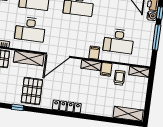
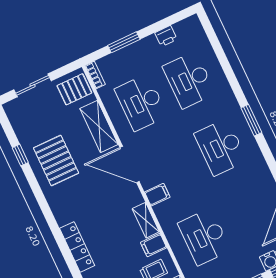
filing cabinet: (94, 53) -> (157, 195), moved
pallet: (32, 91) -> (56, 160), turned 90
locker: (67, 106) -> (77, 247), moved

